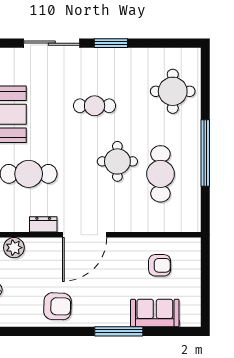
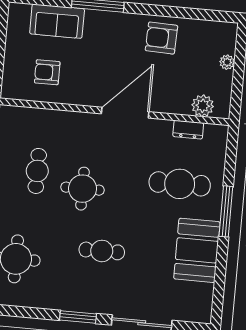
cafe table: (160, 174) -> (37, 171), width x0.73, depth x0.74
dresser: (43, 224) -> (188, 130), moved

